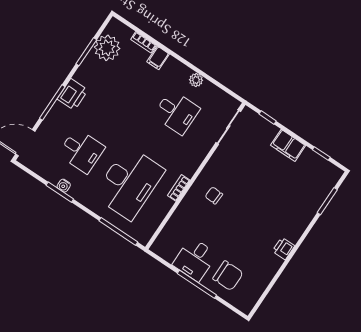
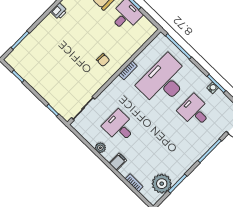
filing cabinet: (158, 58) -> (118, 162), moved
printer: (73, 94) -> (194, 154), removed
filing cabinet: (288, 145) -> (41, 87), removed

